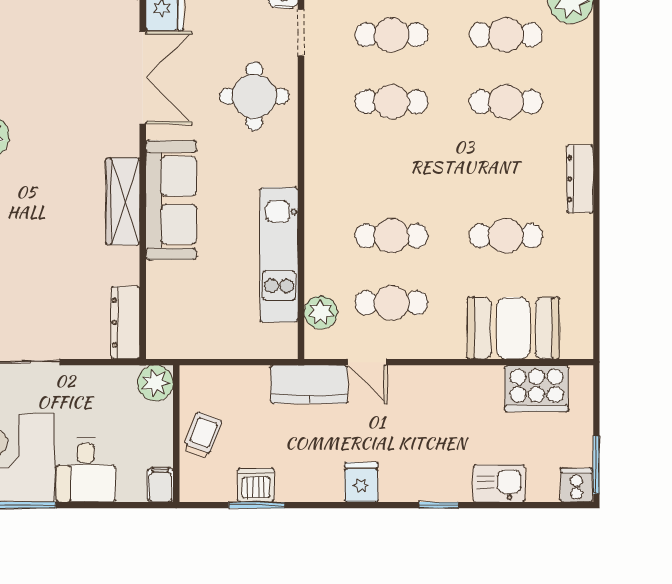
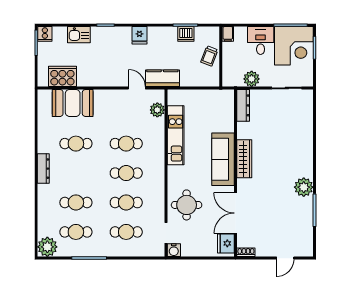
cafe table: (392, 303) -> (126, 173), moved
plant: (155, 383) -> (252, 79), moved

